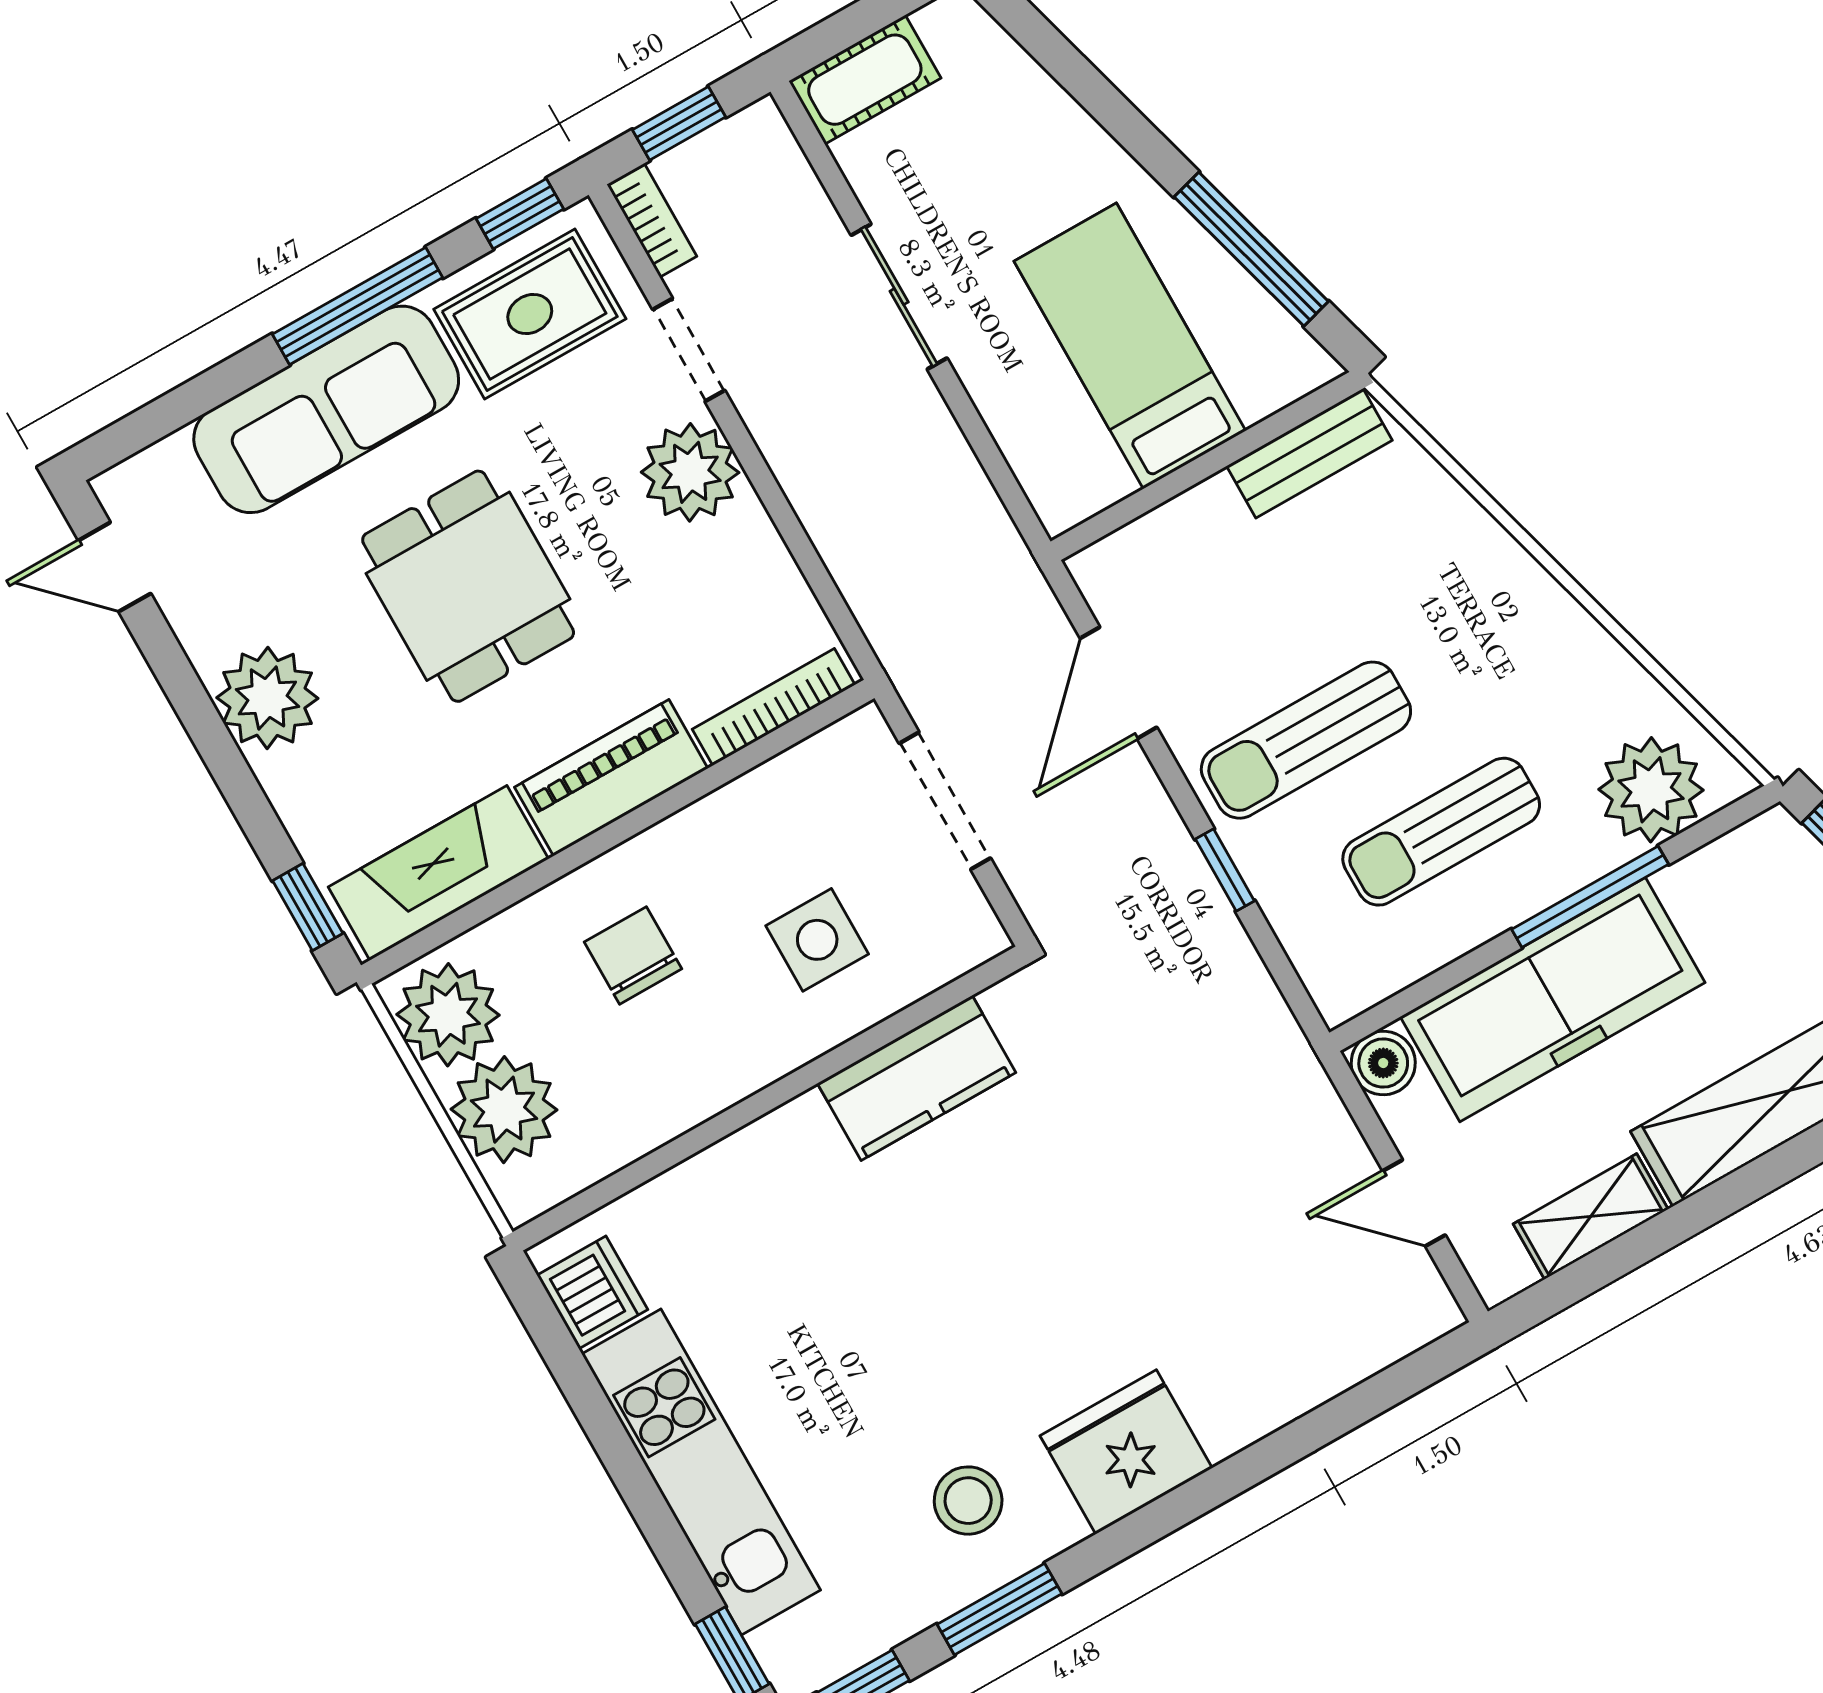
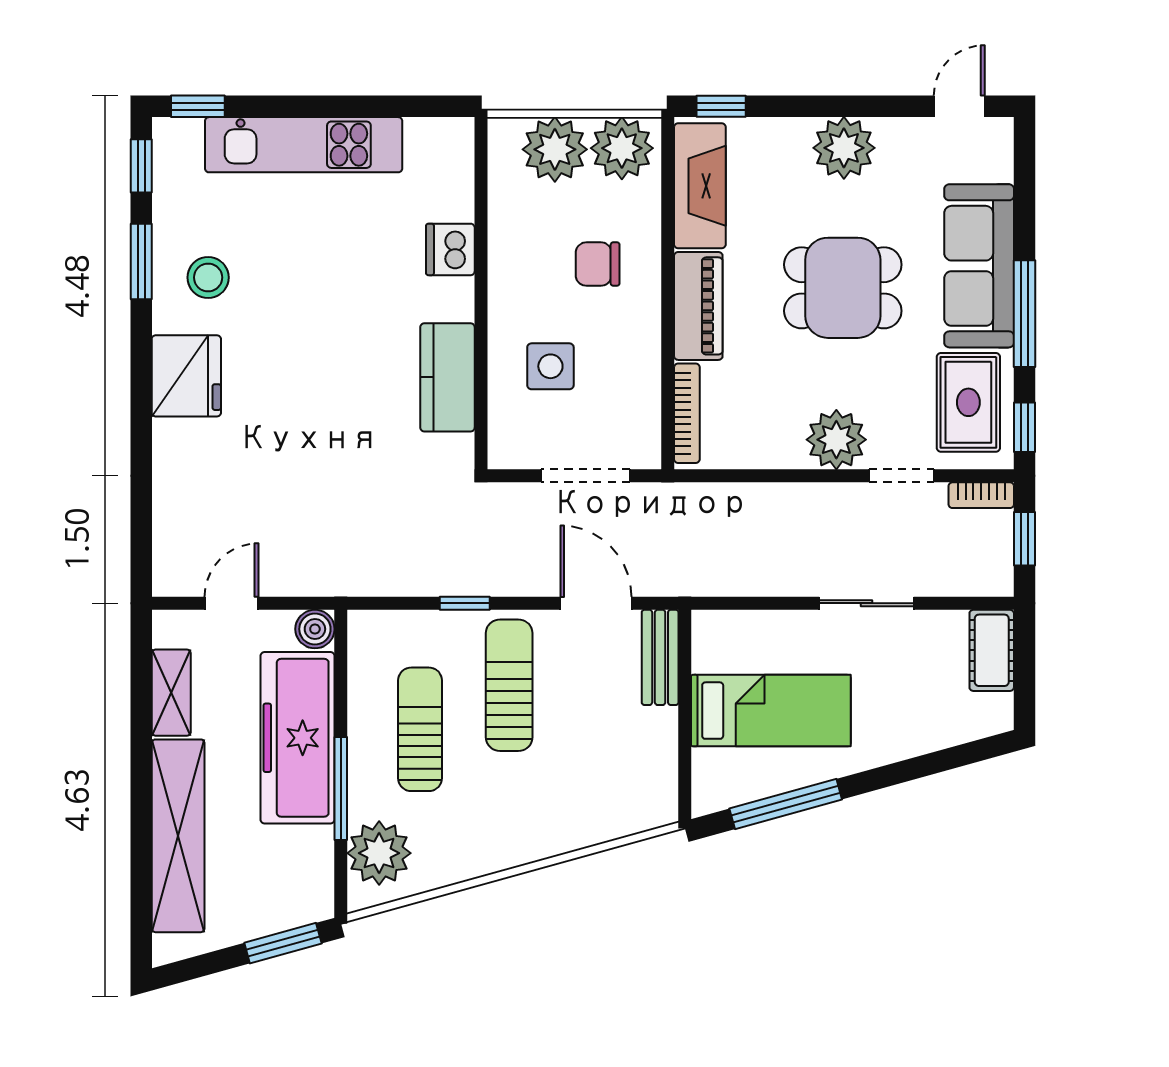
bench: (1309, 453) -> (660, 657), moved
chair: (633, 955) -> (598, 264), turned 180
dishwasher: (592, 1292) -> (450, 249), moved, turned 90

